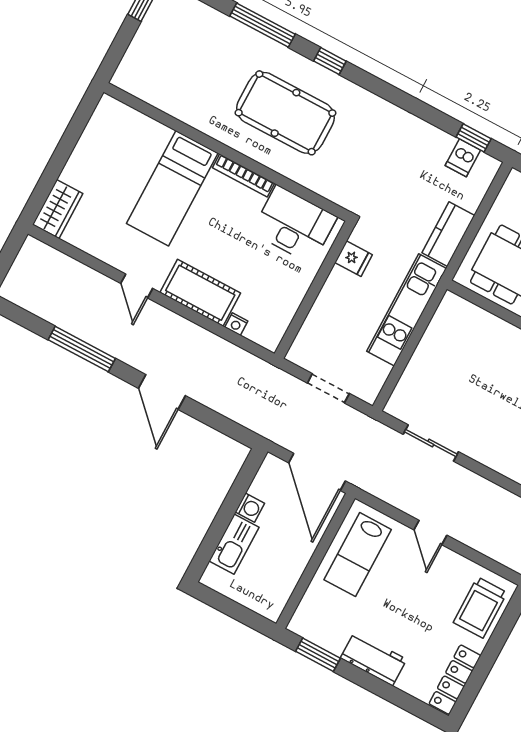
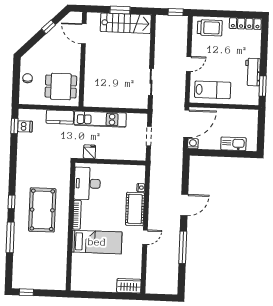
washing machine: (250, 508) -> (193, 144), moved
workbench: (374, 659) -> (253, 72), moved

